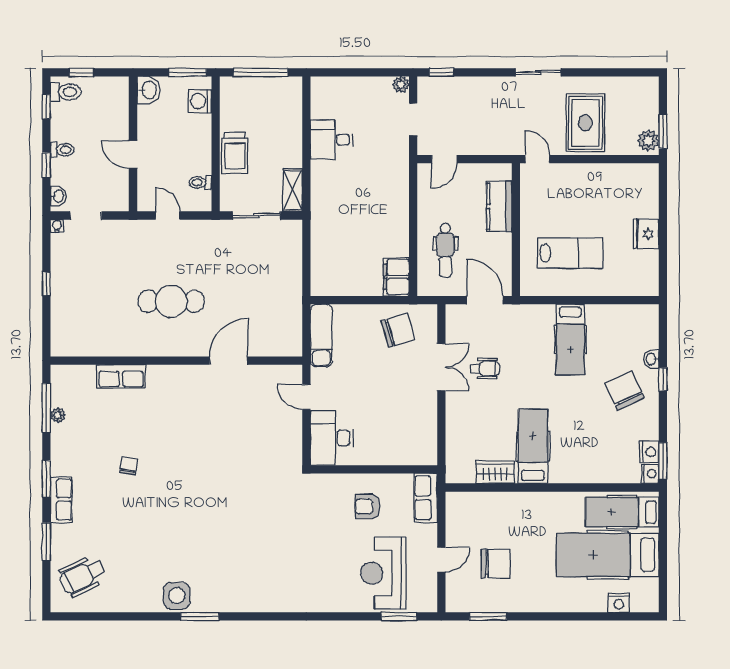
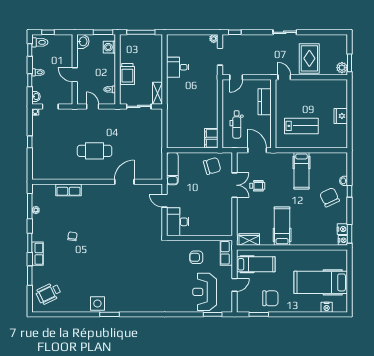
wardrobe: (495, 472) -> (249, 240), moved
hospital bed: (622, 512) -> (256, 264), moved, turned 180
chair: (496, 564) -> (270, 298), moved

